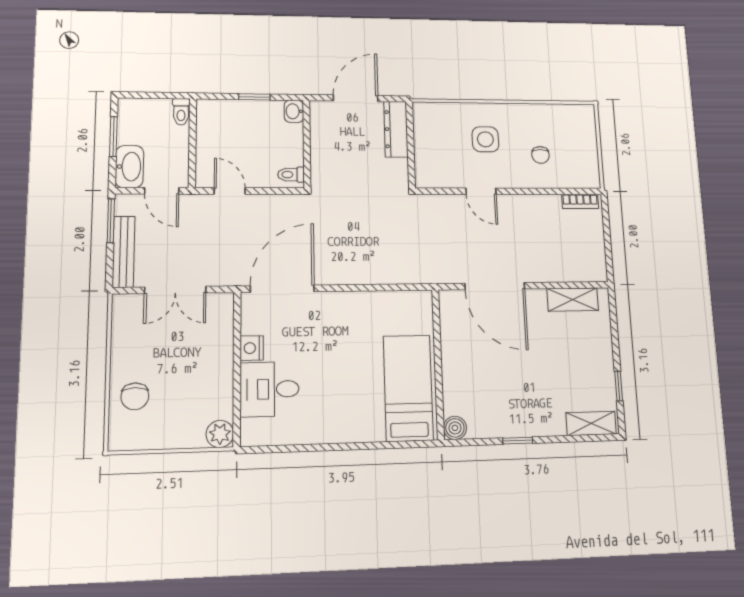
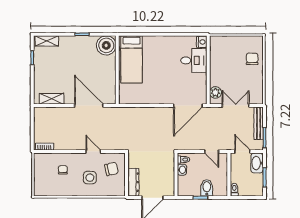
washbasin: (294, 111) -> (182, 170), moved
bidet: (241, 116) -> (207, 188), added
chair: (442, 156) -> (111, 169), added
nightstand: (252, 348) -> (202, 42), moved
boiler: (455, 428) -> (106, 45), width x1.86, depth x1.86
plant: (220, 434) -> (215, 92), moved

